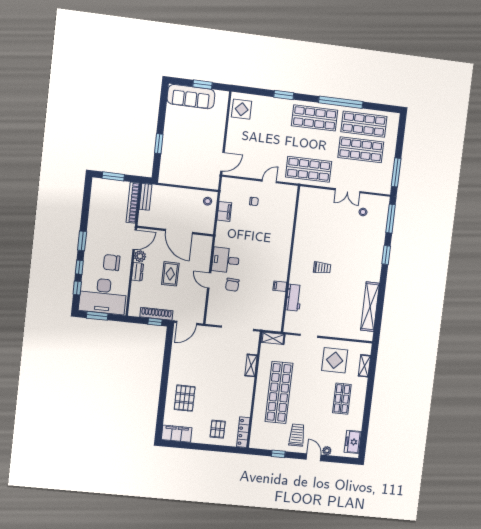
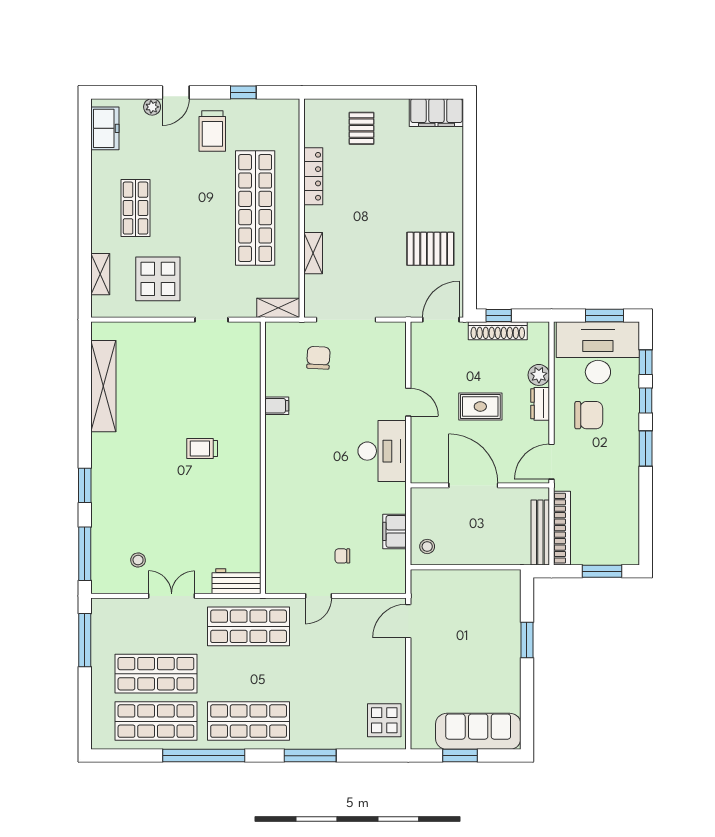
window: (284, 95) -> (310, 756), width x1.44
bench: (146, 197) -> (540, 533), width x1.36
plant: (140, 256) -> (539, 375), moved
desk: (226, 260) -> (382, 451), width x1.37
rug: (170, 274) -> (480, 406), turned 90
chair: (232, 285) -> (318, 358), moved
workbench: (294, 298) -> (236, 581), moved, turned 90
pallet: (185, 398) -> (430, 249), moved, turned 90
locker: (243, 432) -> (313, 176), moved
door: (314, 457) -> (176, 92), hinge flipped

